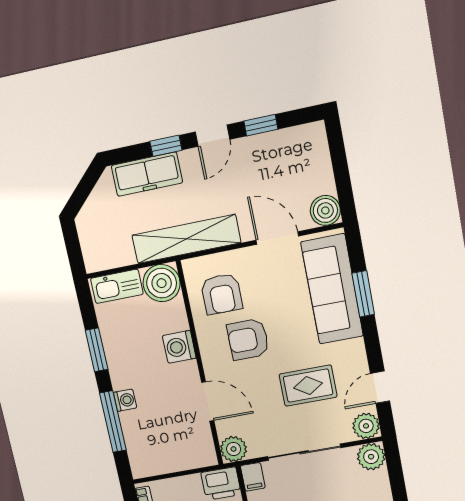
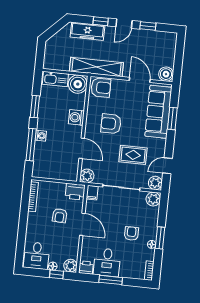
armchair: (222, 294) -> (101, 88), moved, turned -90

